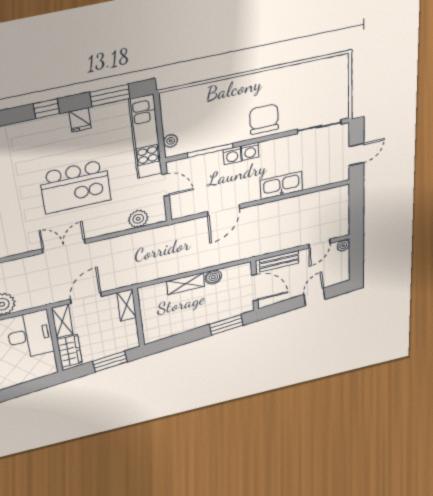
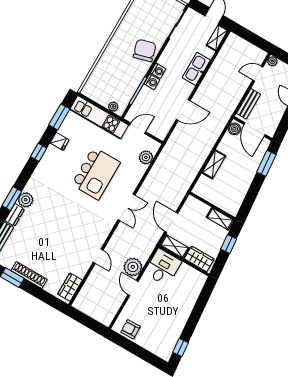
chair: (264, 119) -> (145, 50), turned 74
shelving: (333, 177) -> (217, 38), added
door: (224, 210) -> (183, 110), hinge flipped
door: (320, 244) -> (258, 74), swing flipped
double door: (64, 246) -> (127, 207), swing flipped
boiler: (213, 277) -> (234, 129), moved
door: (255, 288) -> (255, 129), swing flipped
shelving: (127, 305) -> (220, 219), moved
desk: (30, 335) -> (163, 267), width x0.73
window: (110, 362) -> (229, 244), width x0.67

